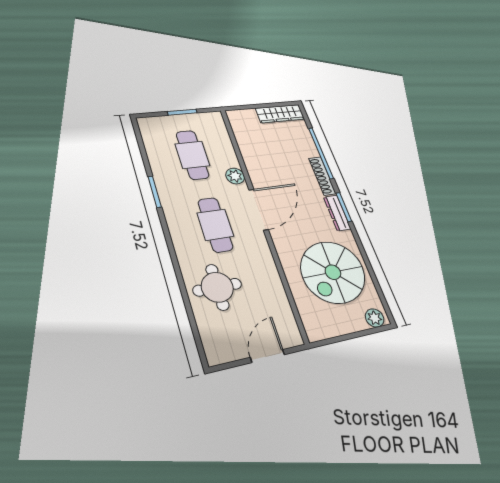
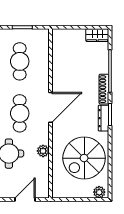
wardrobe: (280, 114) -> (97, 35), width x0.67
plant: (235, 176) -> (43, 151), moved

